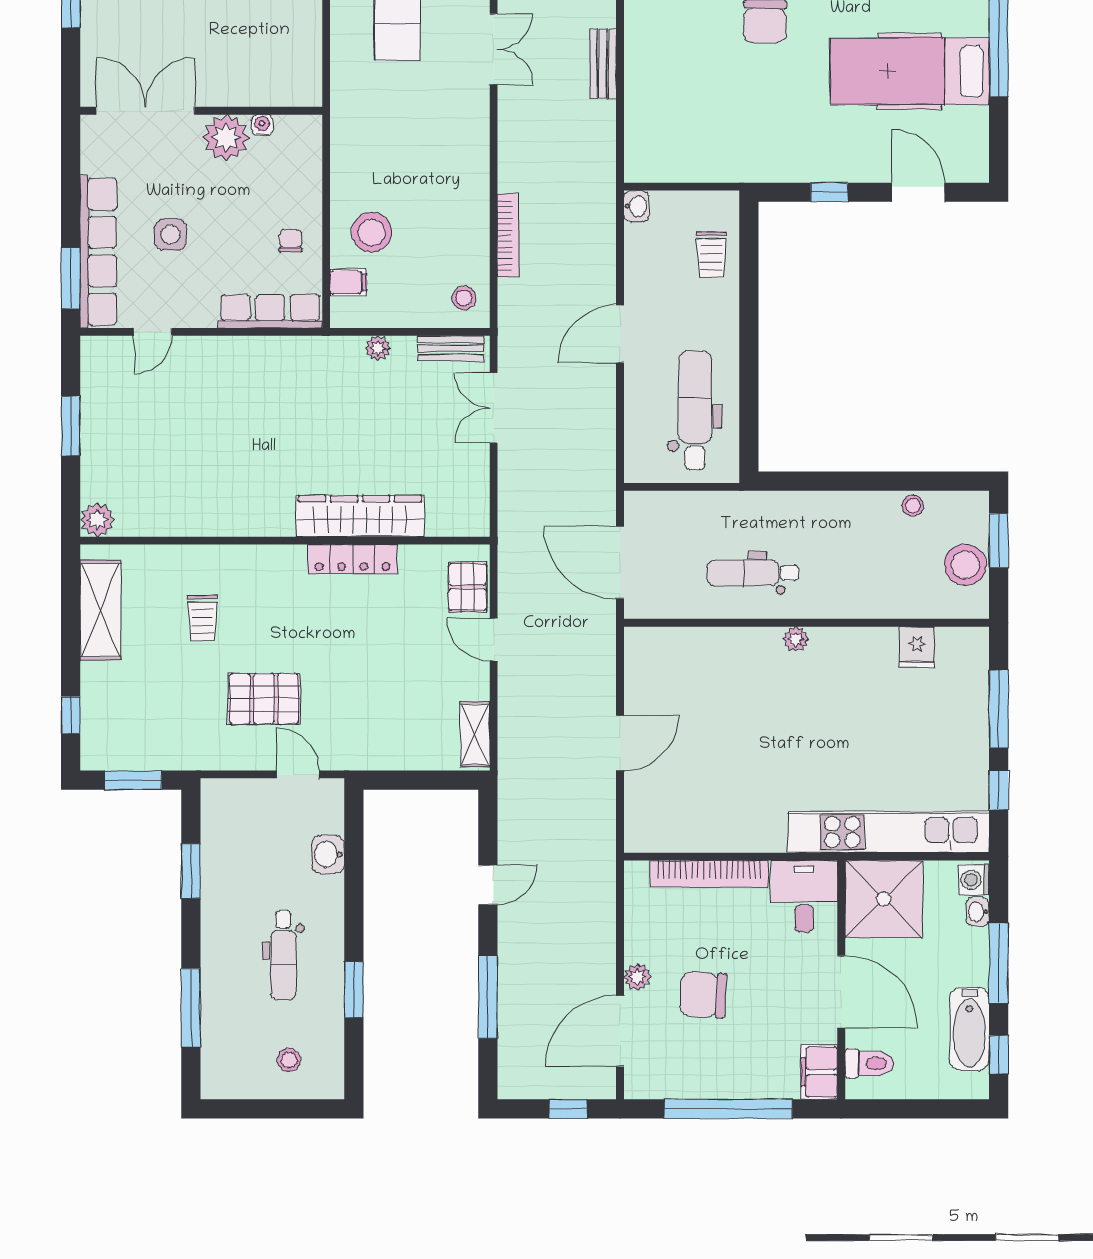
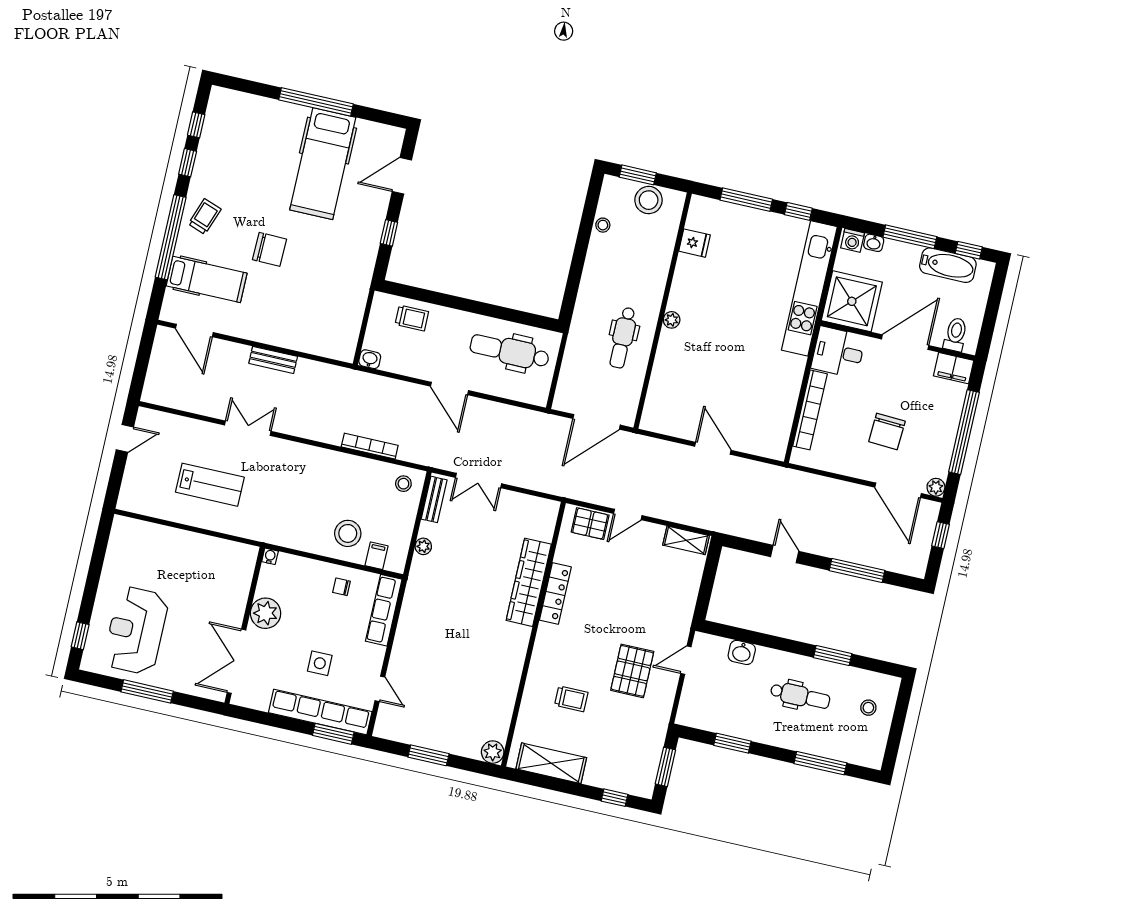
water cooler: (262, 125) -> (270, 556), moved, turned 90
plant: (637, 977) -> (936, 487), moved

